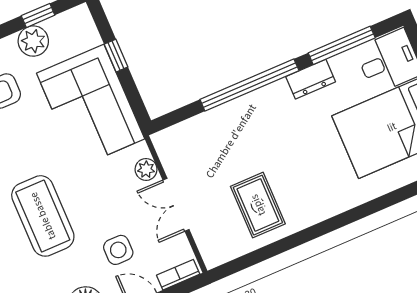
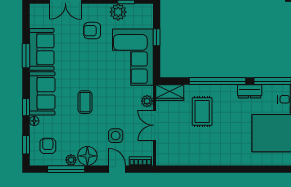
wardrobe: (178, 139) -> (170, 93), added
rug: (258, 205) -> (202, 111), moved
coffee table: (43, 216) -> (85, 102), width x0.54, depth x0.58

